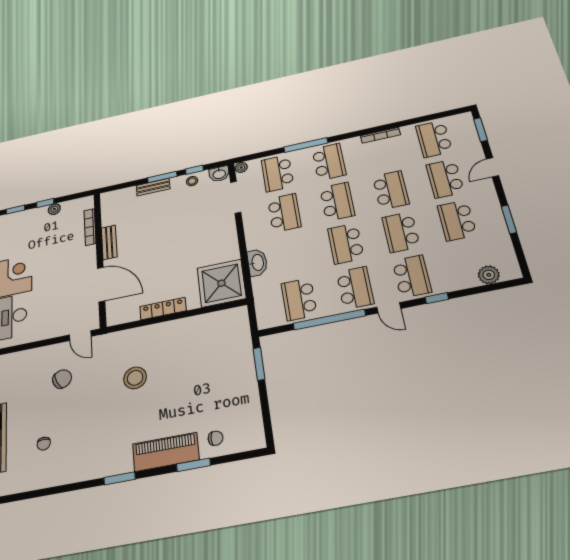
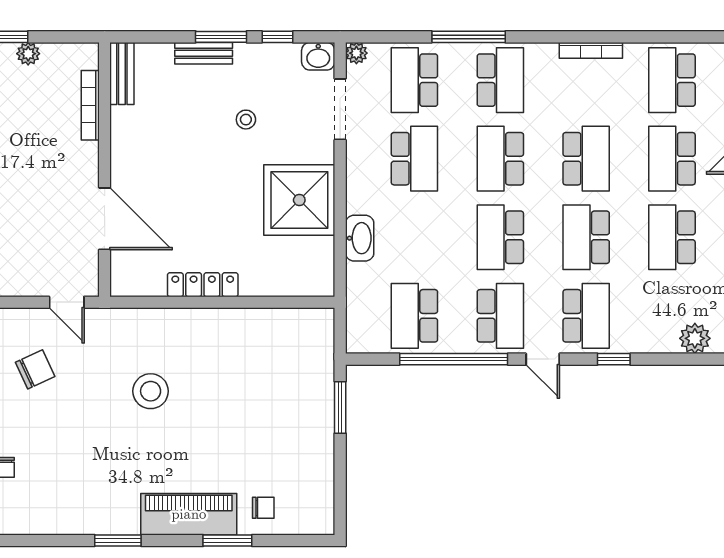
stool: (192, 181) -> (246, 120), moved
school desk: (337, 202) -> (500, 159), turned 180
bench: (109, 242) -> (122, 73), moved
shower: (221, 283) -> (299, 200), moved

